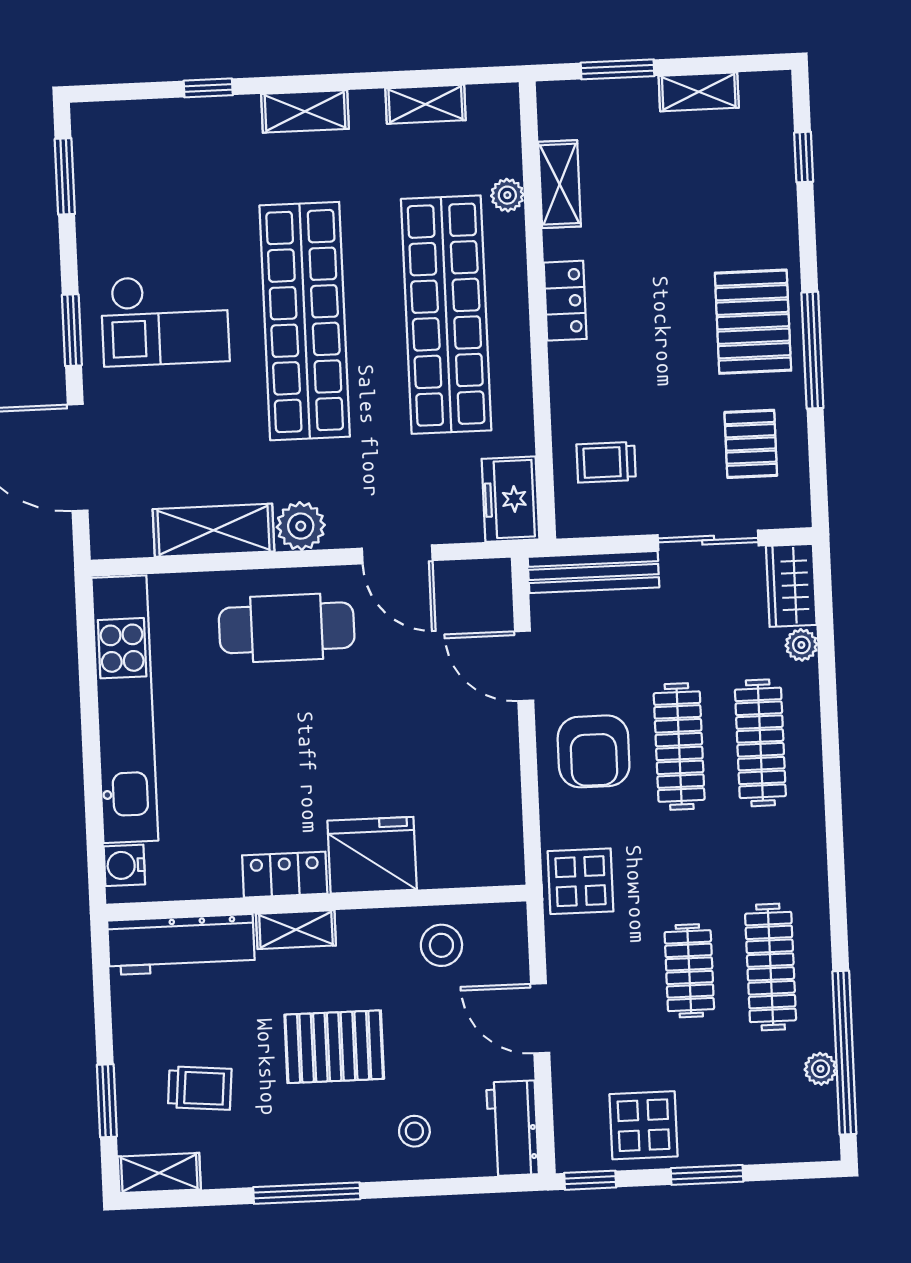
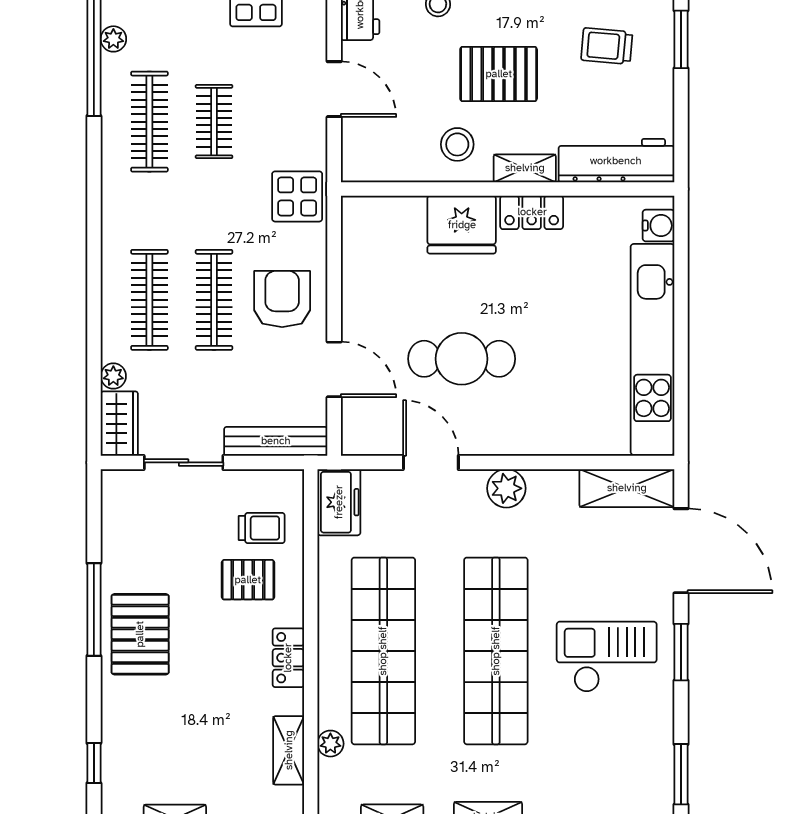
pallet: (751, 444) -> (248, 580), moved, turned 90
shelving: (213, 530) -> (627, 488), moved
cafe table: (287, 628) -> (462, 359), moved
stool: (441, 945) -> (457, 144), moved

